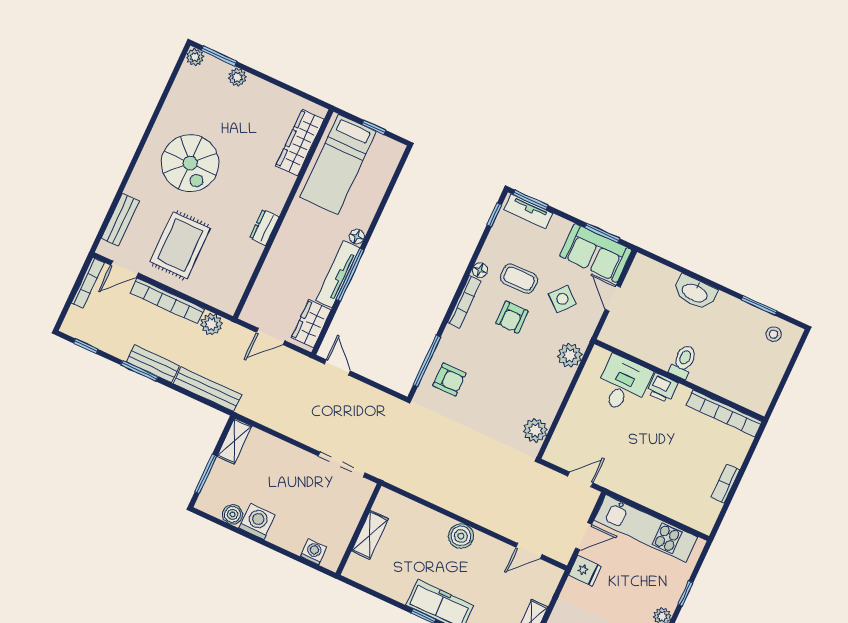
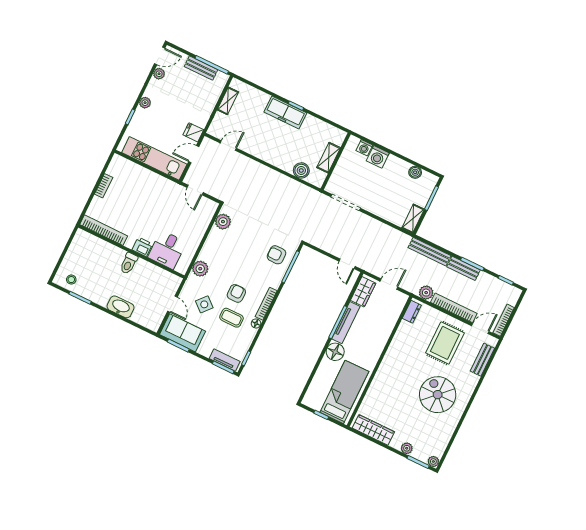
wardrobe: (300, 143) -> (373, 430), moved, turned -90
dresser: (264, 227) -> (412, 312), moved
floor lamp: (357, 236) -> (335, 352), width x1.89, depth x1.89
door: (580, 480) -> (195, 190), hinge flipped
washing machine: (257, 521) -> (378, 157), moved
boiler: (461, 536) -> (301, 170), moved

